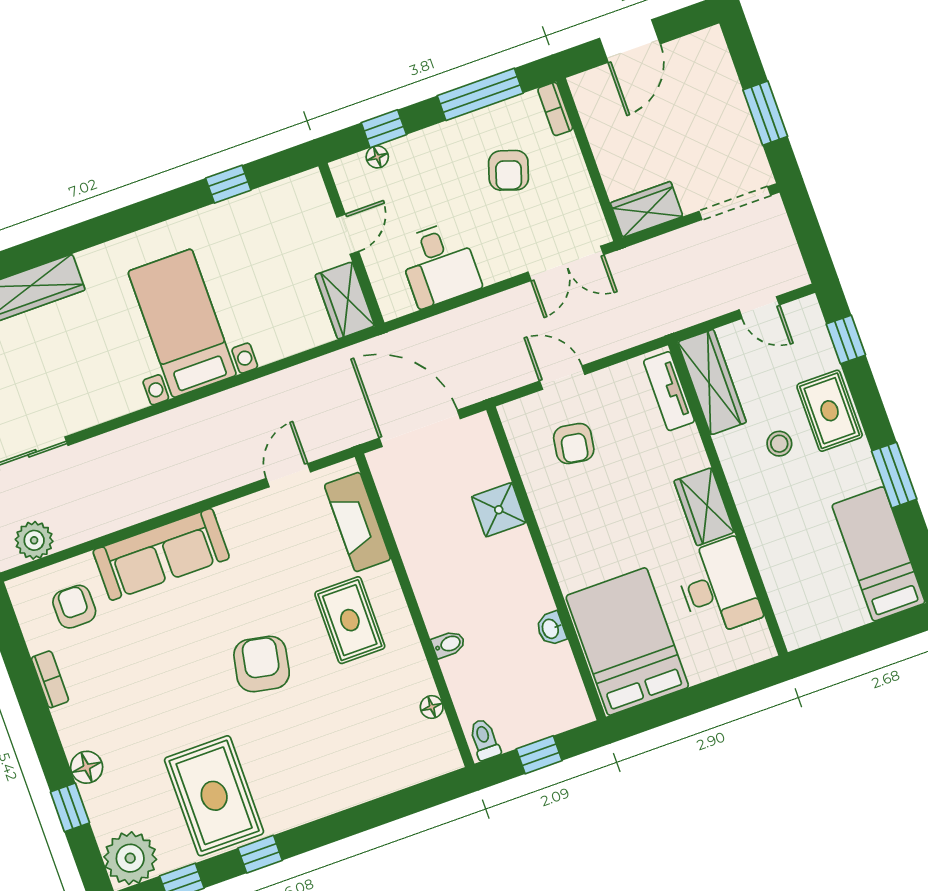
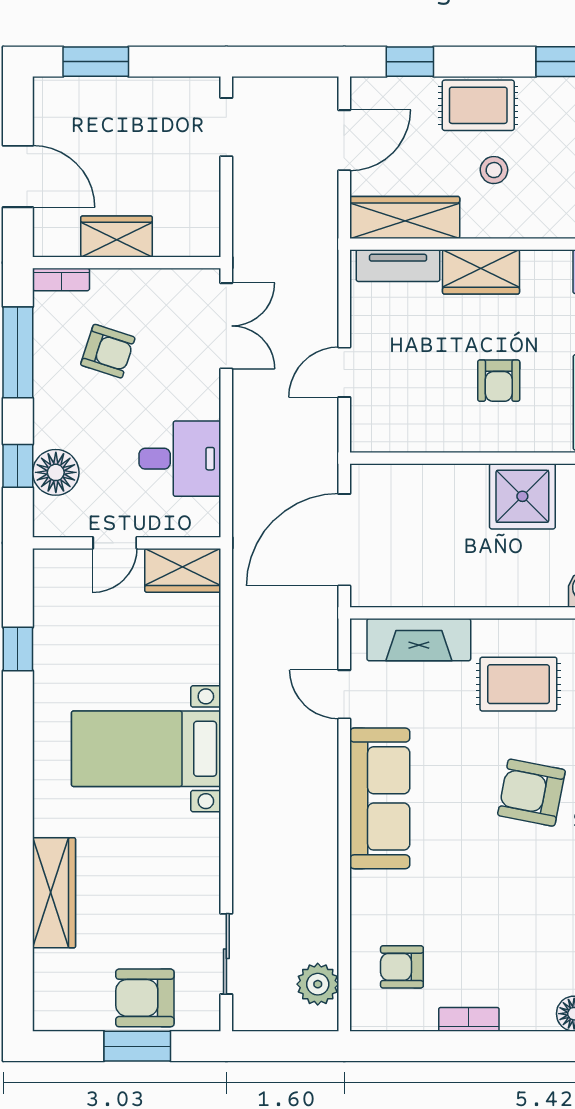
window: (765, 113) -> (96, 62), moved
floor lamp: (377, 157) -> (56, 472), width x1.89, depth x1.89
doorway: (735, 203) -> (226, 127), width x0.73
wardrobe: (647, 210) -> (117, 236), moved, turned 90
door: (348, 234) -> (115, 543), swing flipped
door: (759, 307) -> (344, 140), width x1.37
armchair: (574, 444) -> (499, 381), moved, turned 81
wardrobe: (704, 507) -> (481, 272), moved
shower: (499, 510) -> (522, 496), moved, width x1.36, depth x1.36
sofa: (161, 554) -> (380, 798), moved

